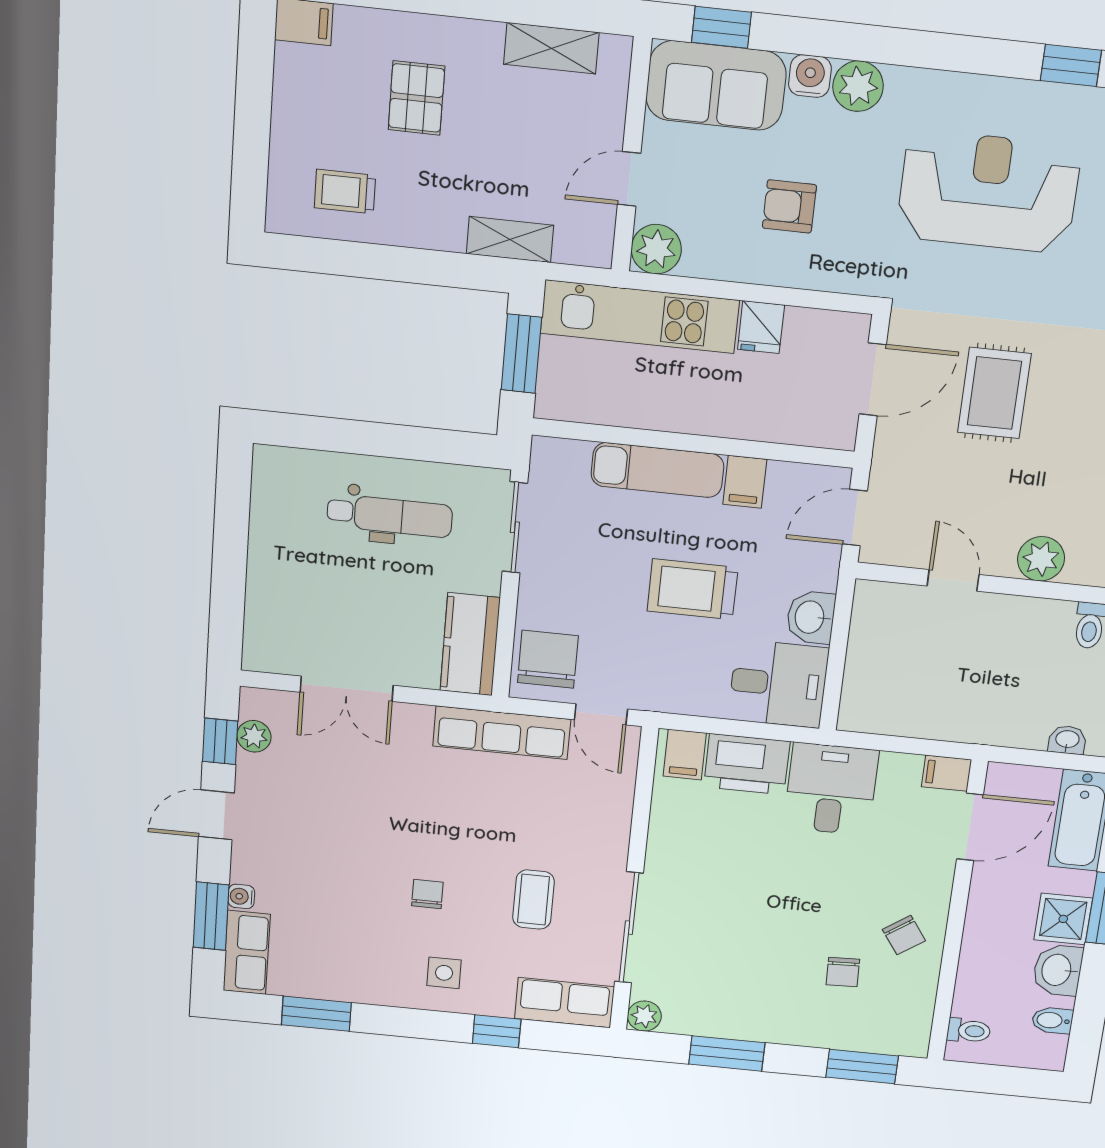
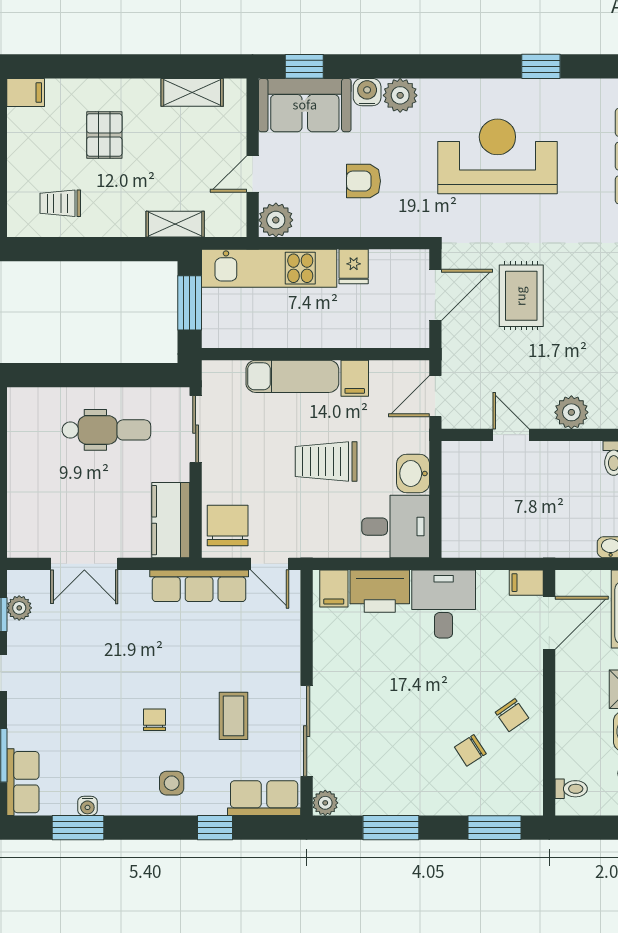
water cooler: (241, 896) -> (87, 806), moved, turned -90
chair: (843, 972) -> (470, 750), turned 59

